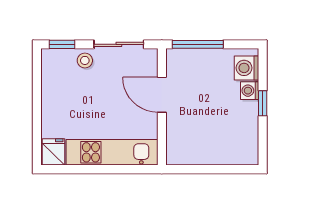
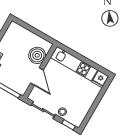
boiler: (182, 130) -> (37, 55), added

